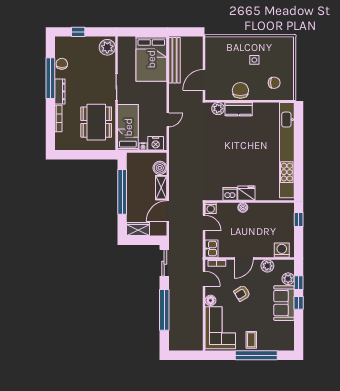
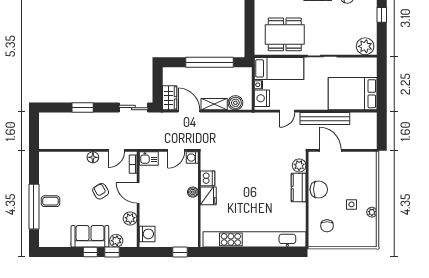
plant: (261, 41) -> (372, 212), added
bench: (175, 60) -> (325, 119), moved
door: (168, 120) -> (287, 111), hinge flipped
wardrobe: (138, 229) -> (170, 98), moved
window: (164, 310) -> (83, 108), width x0.47
corner sofa: (220, 328) -> (64, 168), removed

